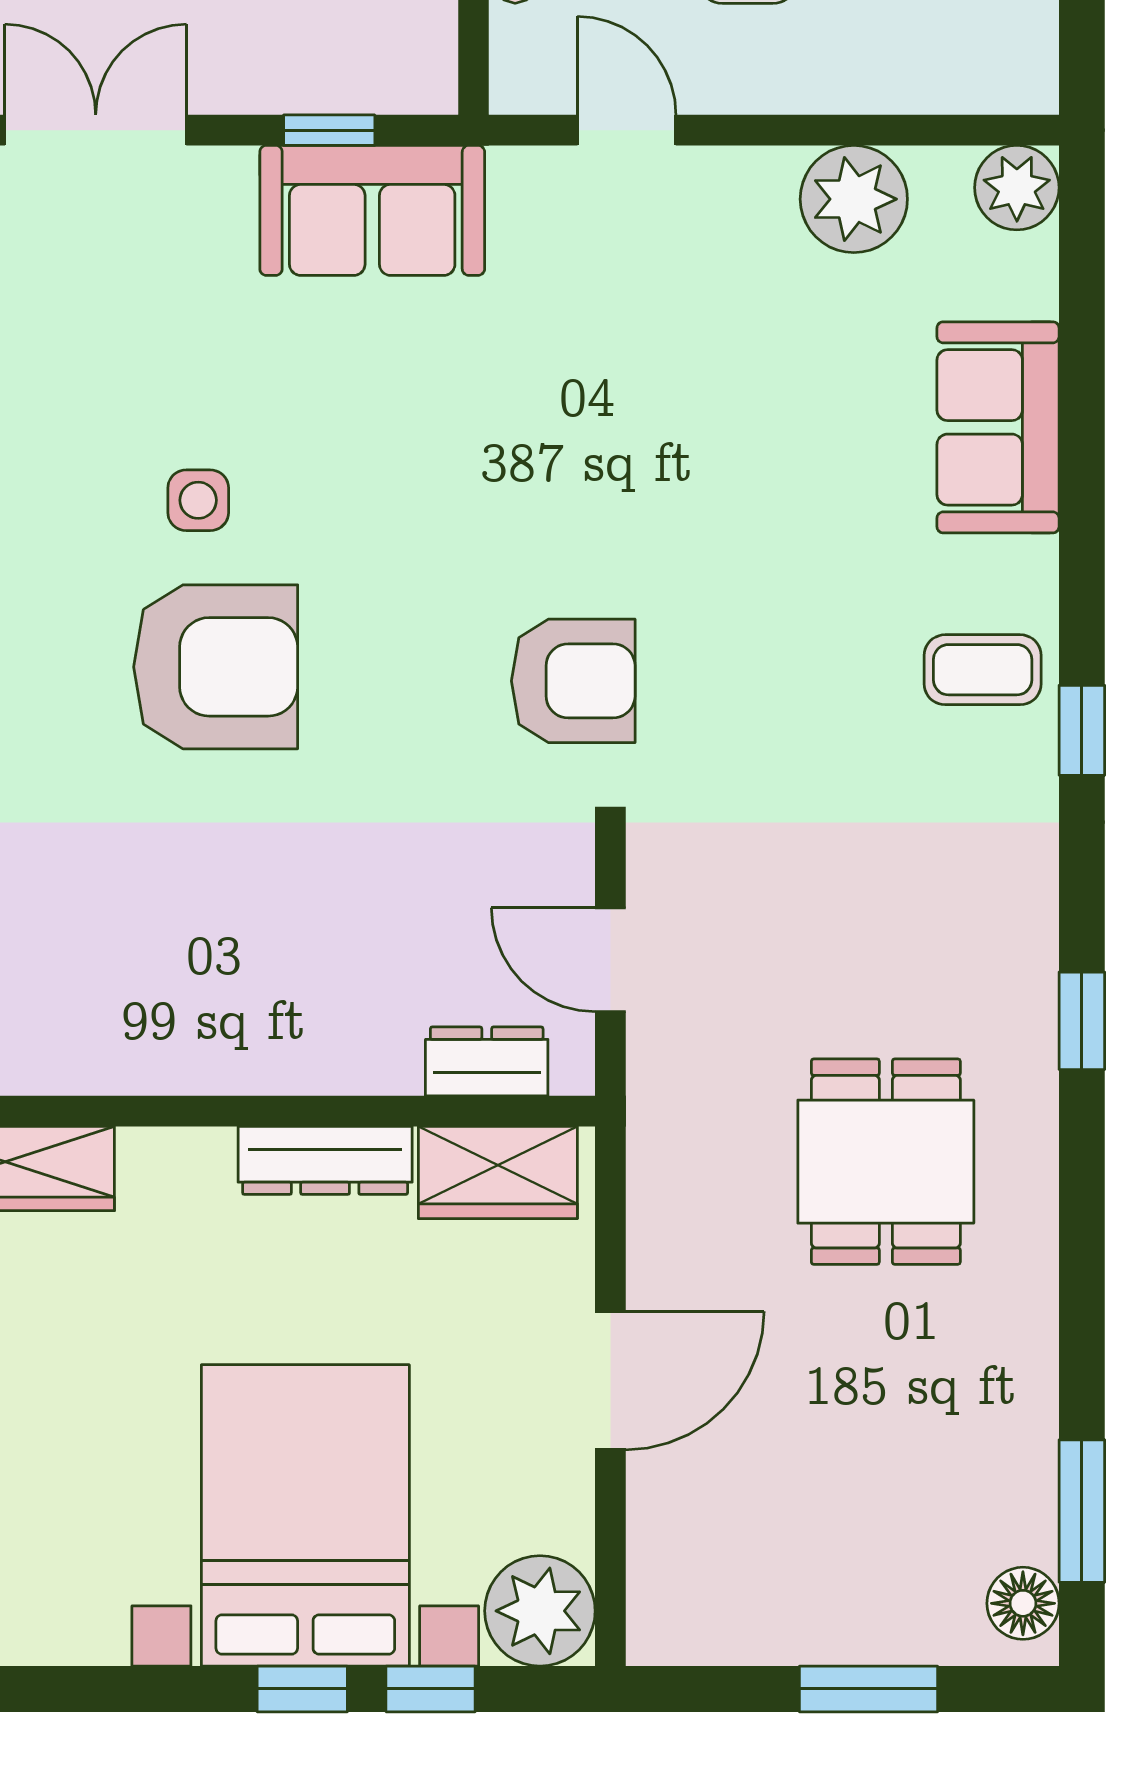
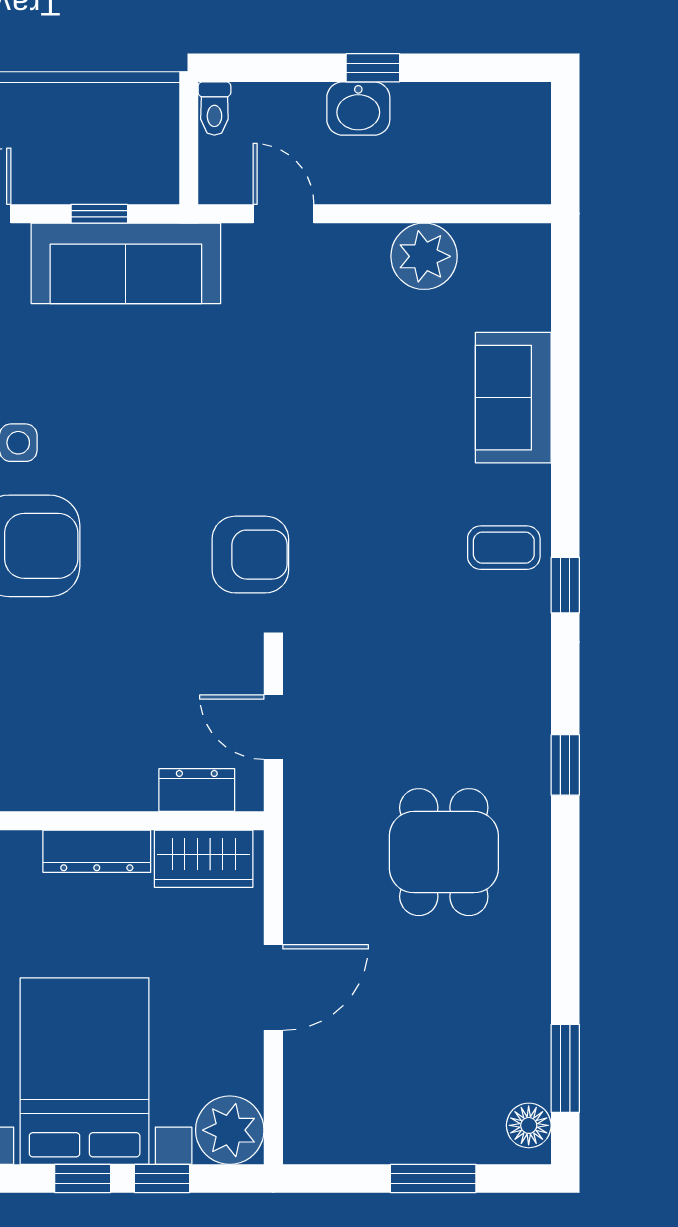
plant: (1017, 188) -> (525, 249), removed
sofa: (372, 210) -> (126, 263), width x1.36

